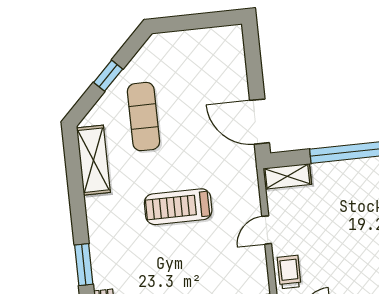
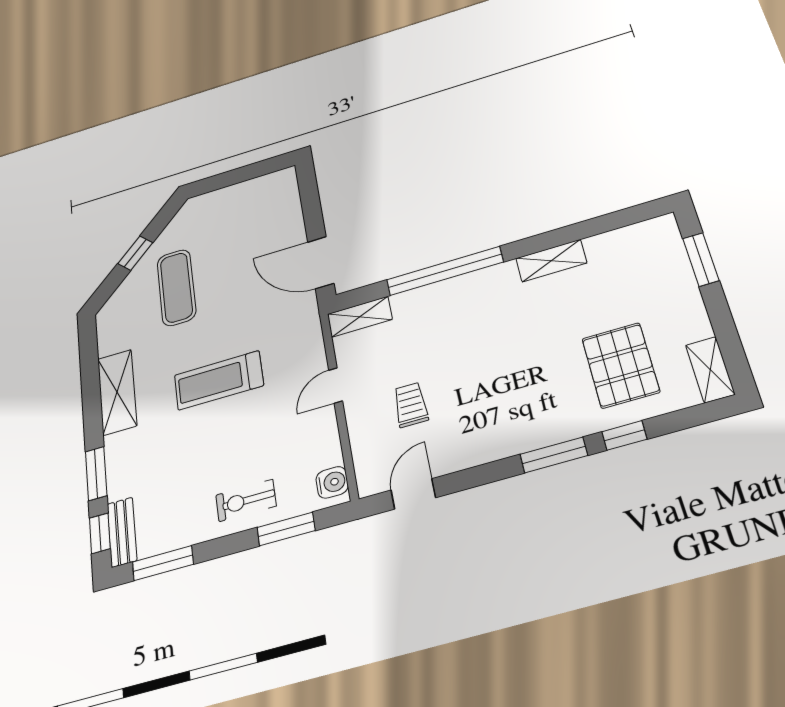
shelving: (93, 160) -> (117, 392), moved
trolley: (289, 272) -> (411, 405), moved

